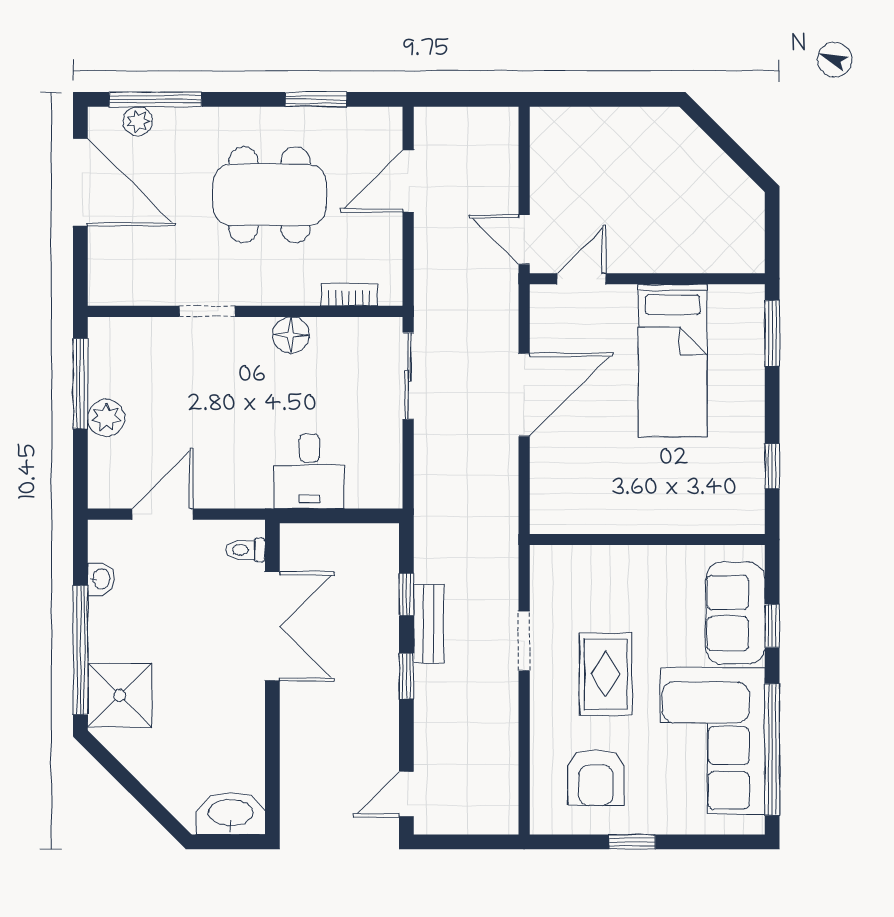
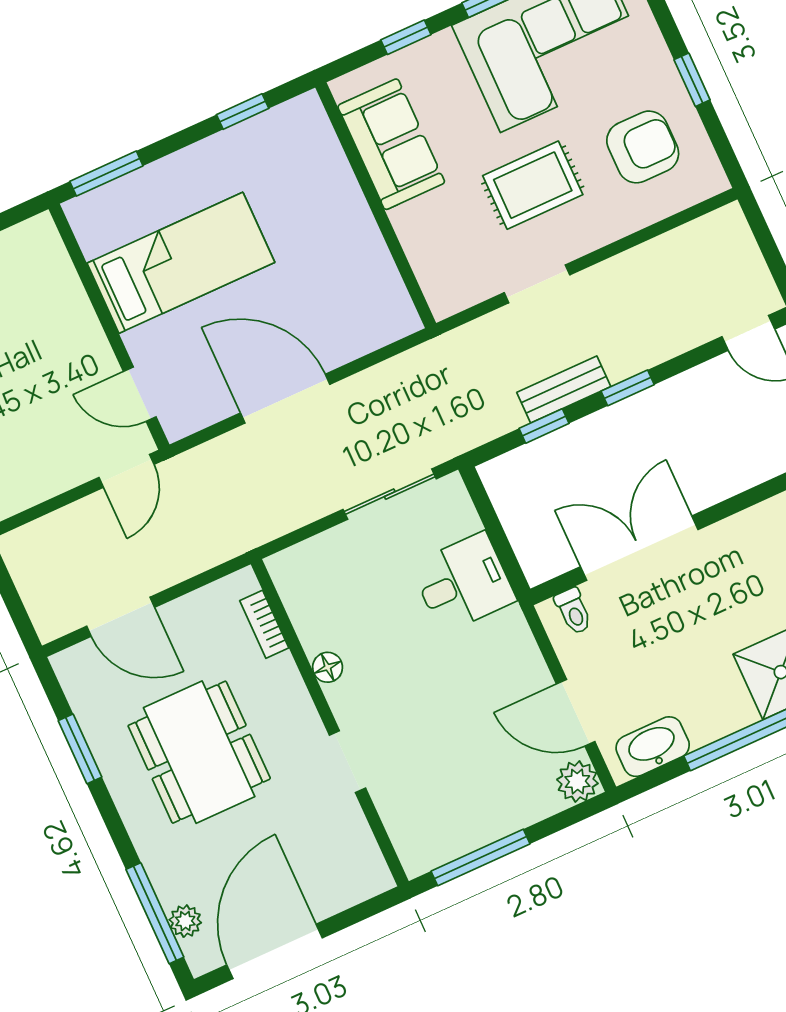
floor lamp: (291, 335) -> (328, 667), width x0.73, depth x0.73
sliding door: (408, 376) -> (390, 494), moved
plant: (106, 418) -> (577, 782), moved
washbasin: (101, 579) -> (653, 747), width x1.91, depth x1.45
sofa: (735, 613) -> (391, 144), moved, turned -90

